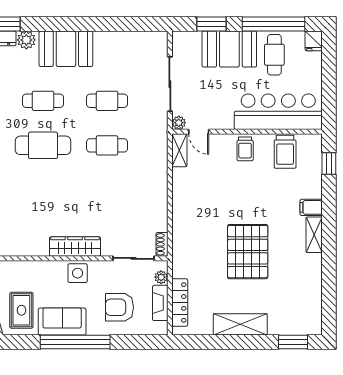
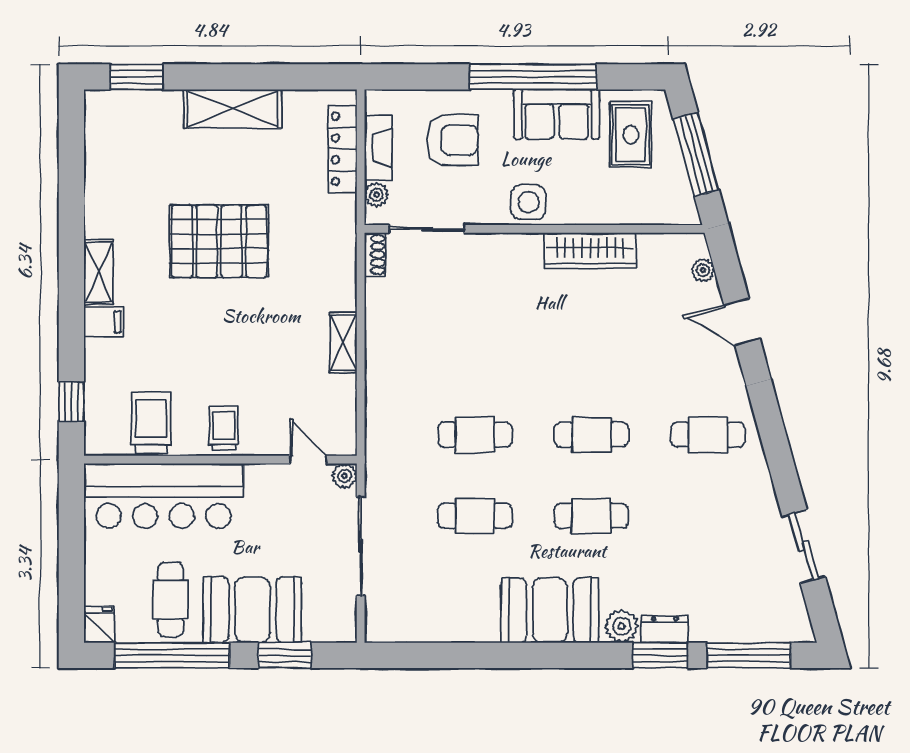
cafe table: (43, 145) -> (591, 435), width x0.73, depth x0.74
shelving: (179, 150) -> (343, 342), moved
wardrobe: (75, 247) -> (590, 251), moved
pallet: (248, 252) -> (219, 241), turned 90

